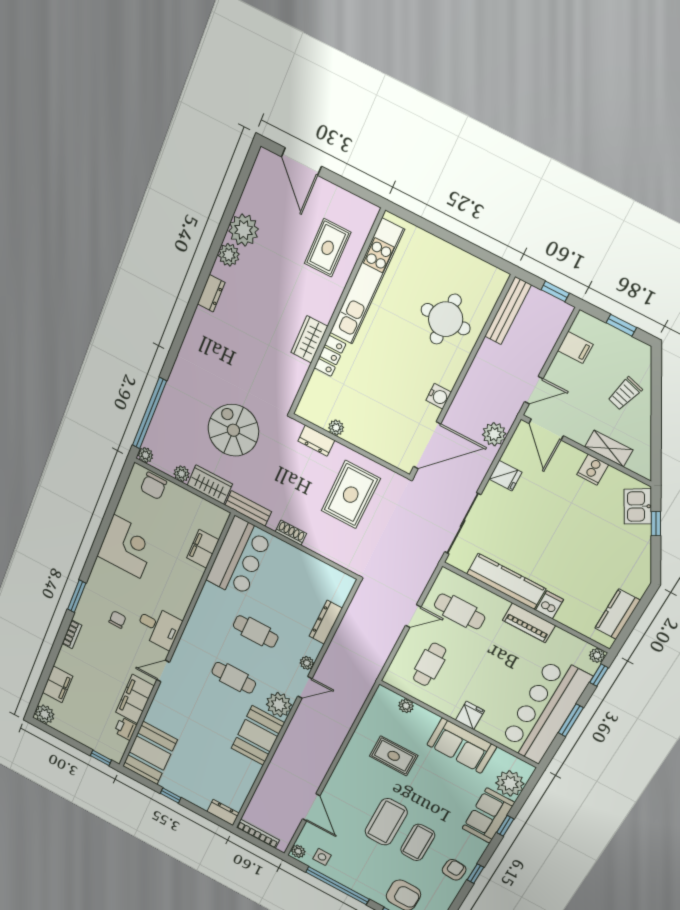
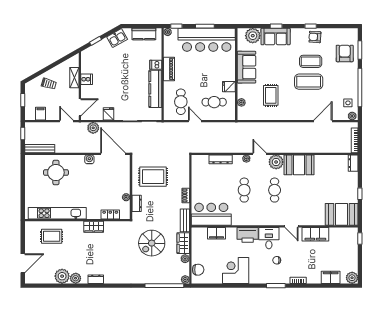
locker: (330, 356) -> (110, 215), moved
kitchen sink: (638, 506) -> (117, 38), moved
fridge: (470, 715) -> (229, 87), moved
printer: (125, 729) -> (248, 235), moved, width x1.87, depth x1.48

